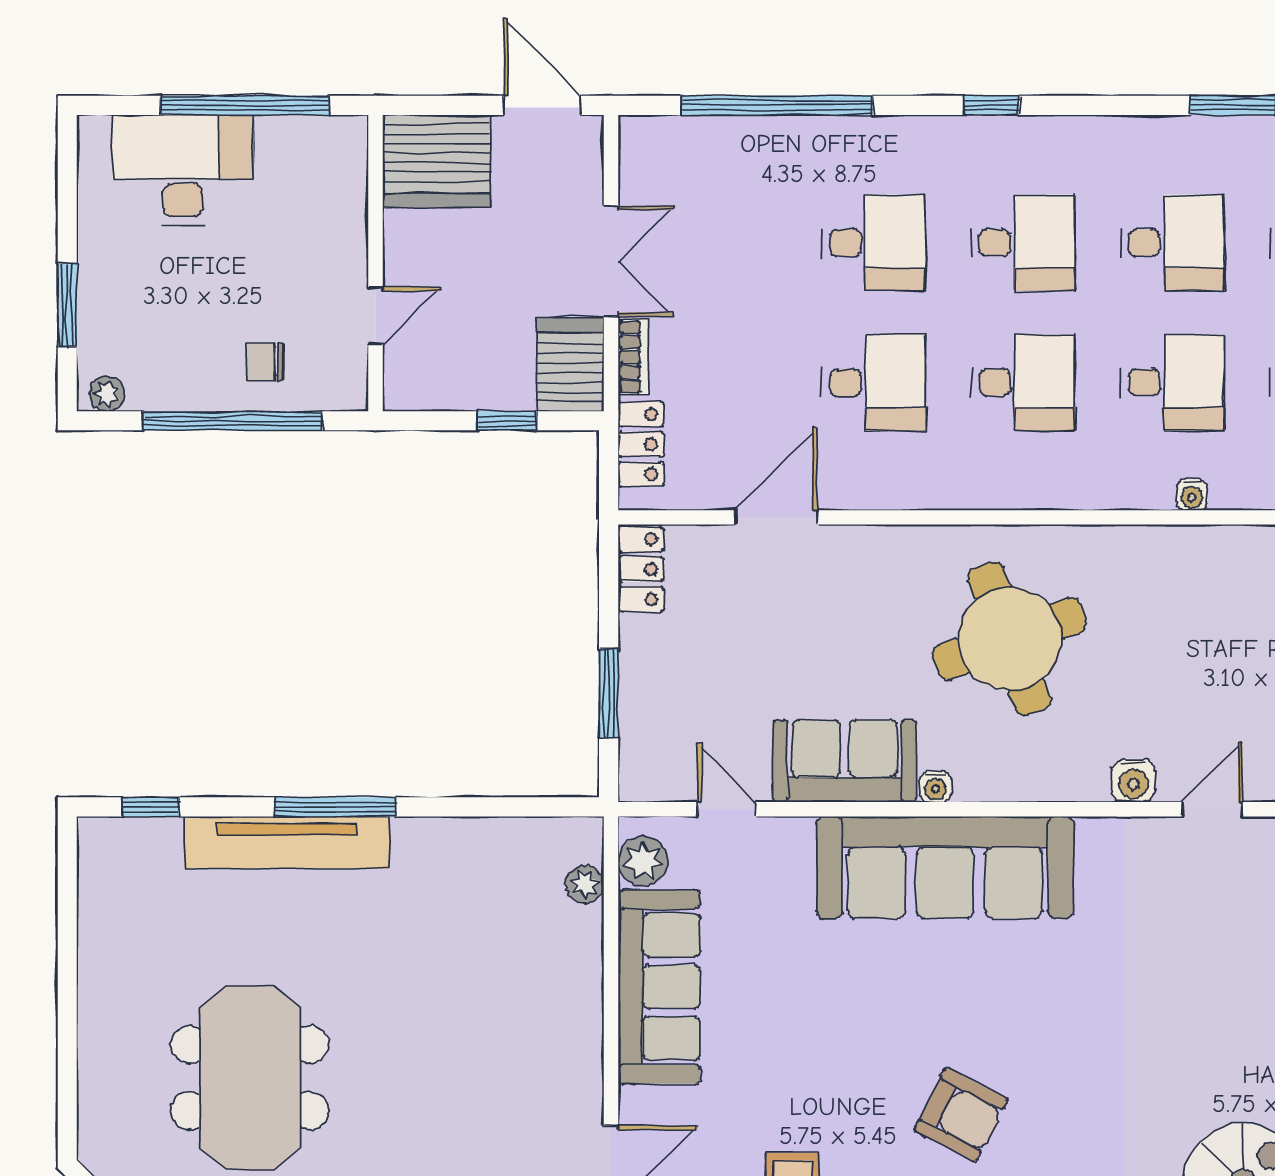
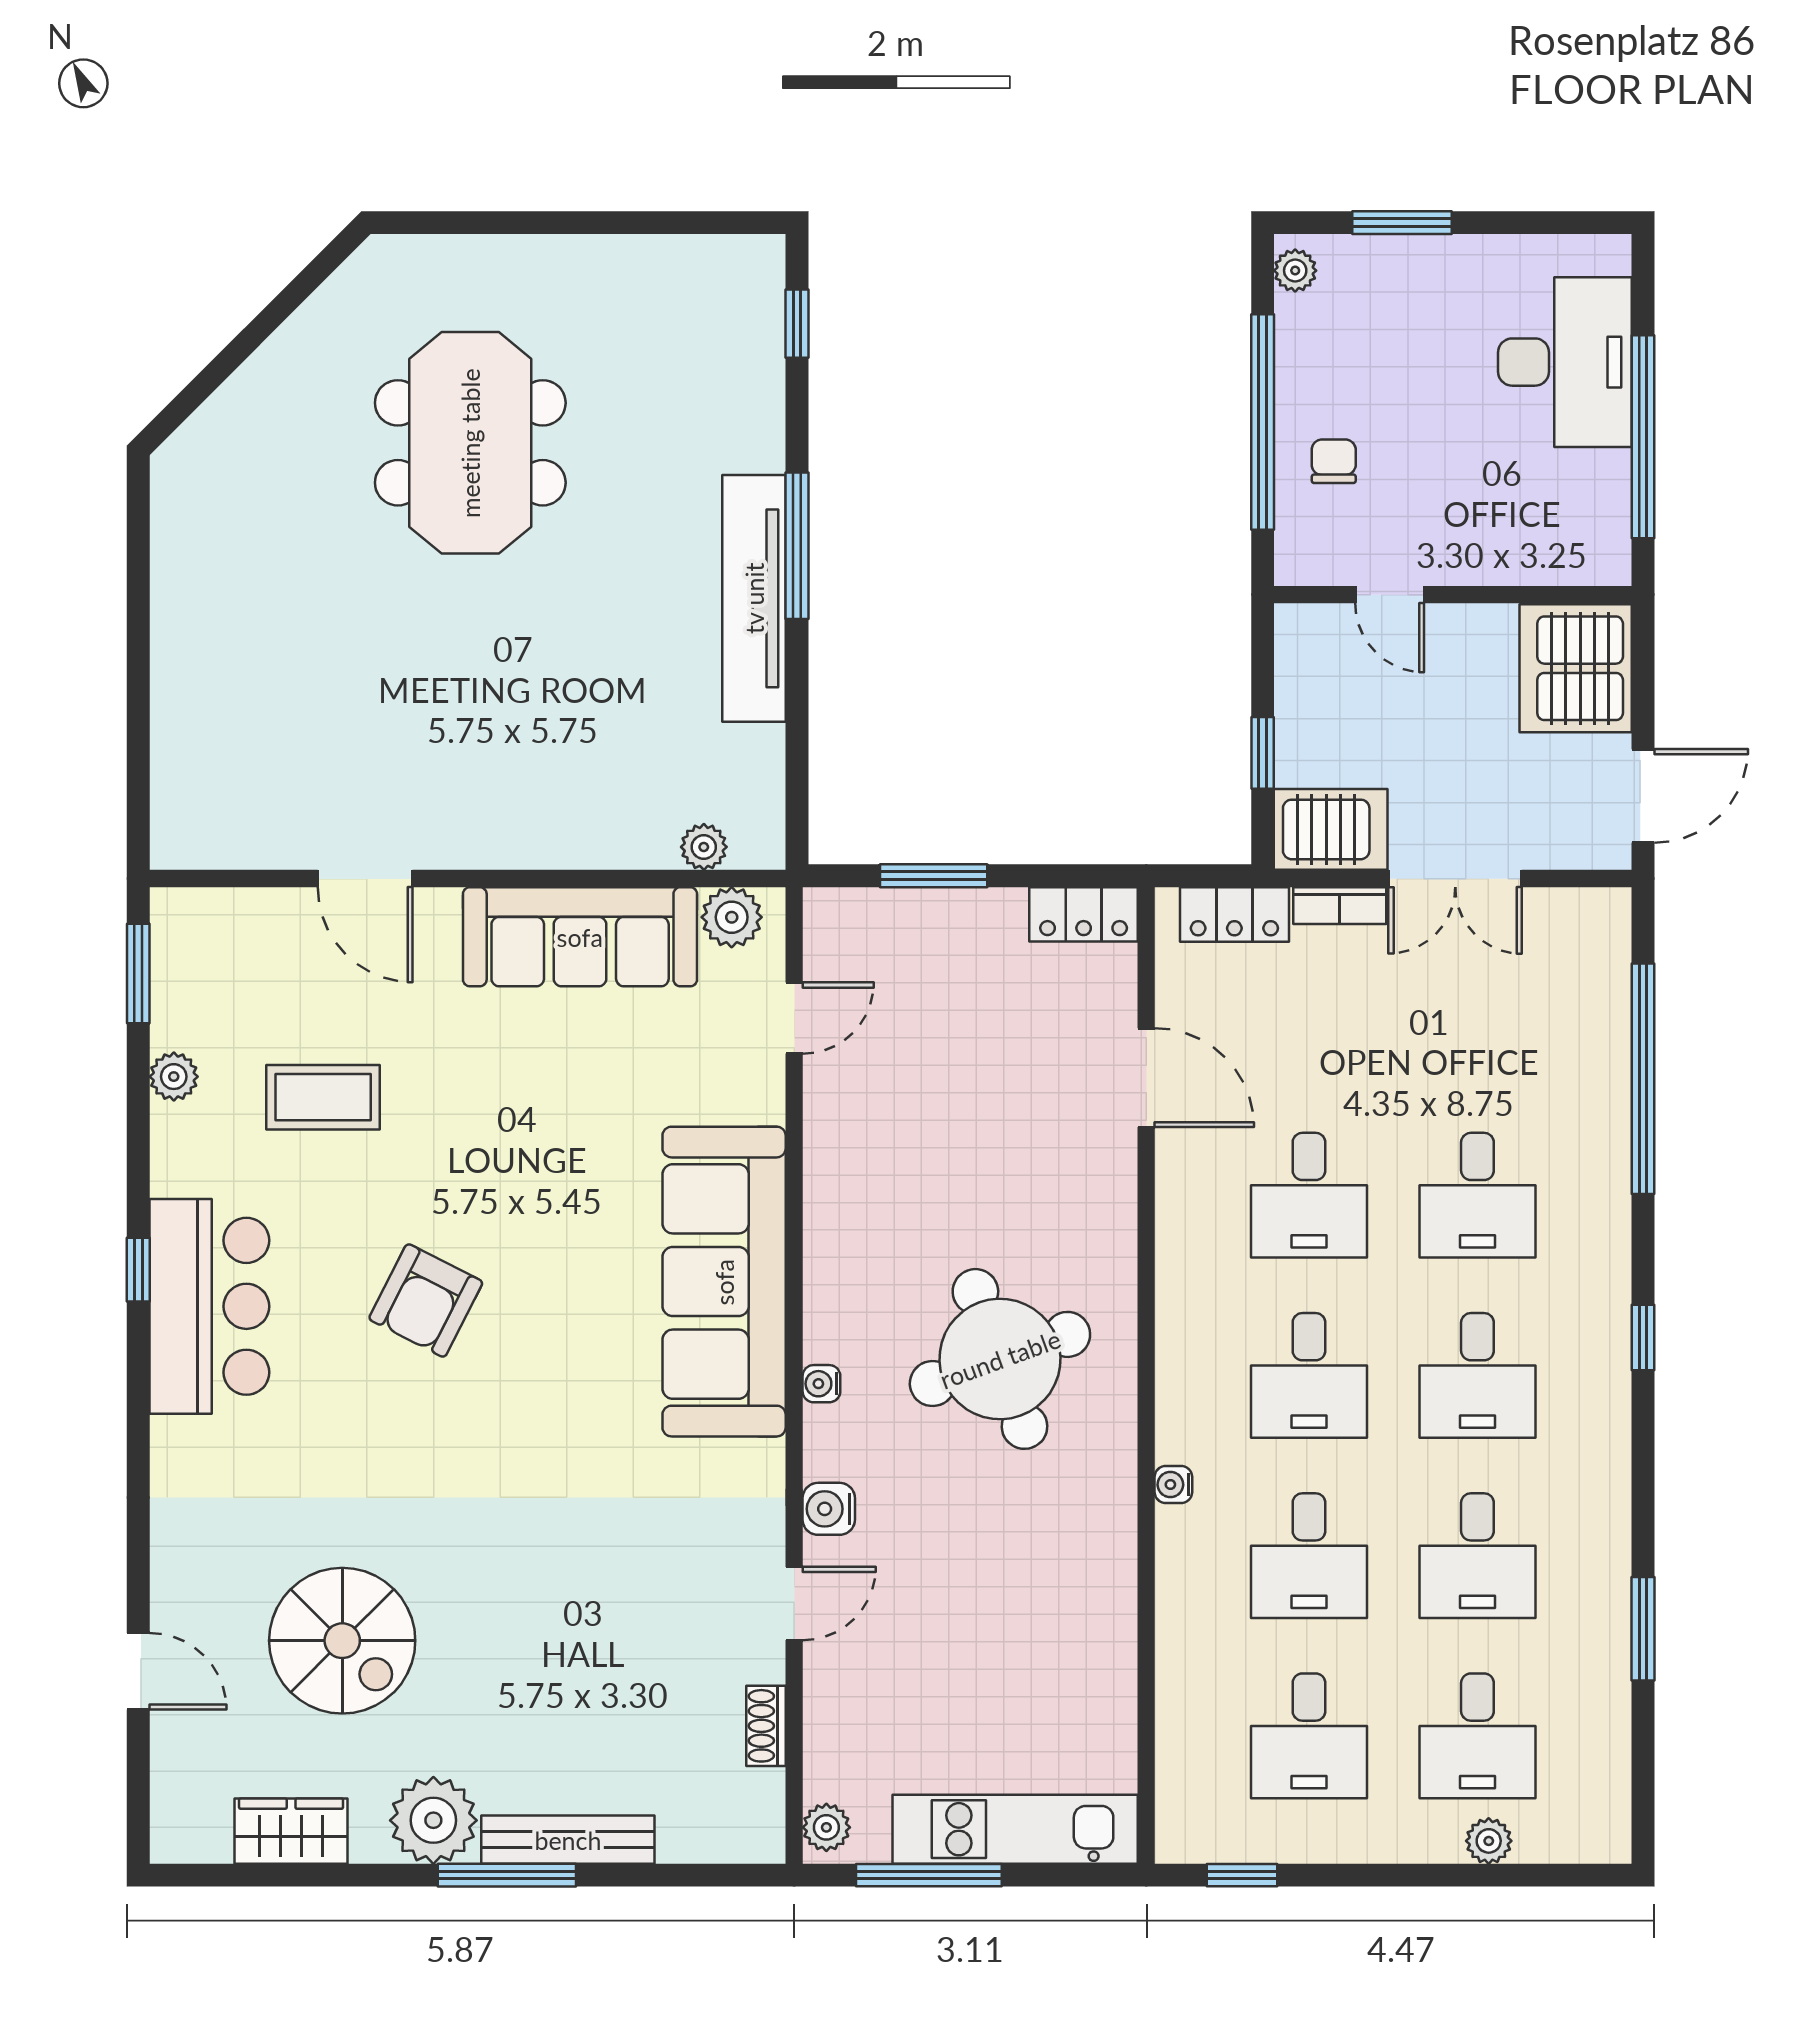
water cooler: (1192, 495) -> (1173, 1485), moved
sofa: (844, 761) -> (852, 1160), removed
water cooler: (935, 787) -> (821, 1384), moved
door: (1212, 809) -> (794, 1603), hinge flipped
tv unit: (287, 843) -> (754, 598), moved
meeting table: (250, 1078) -> (470, 443), turned 90

